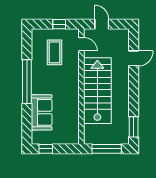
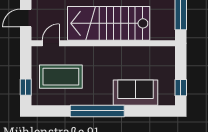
window: (59, 24) -> (26, 87), moved
coffee table: (54, 52) -> (61, 77), width x1.36, depth x1.32

